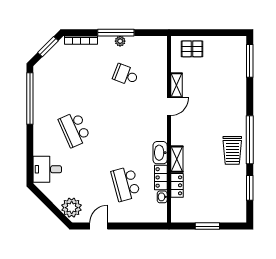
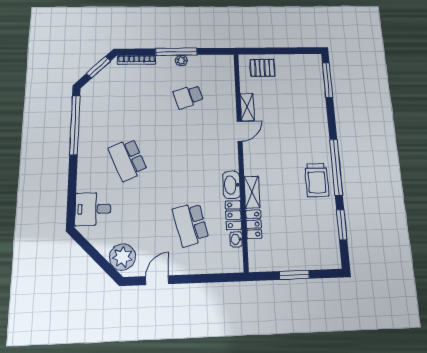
school desk: (126, 75) -> (188, 97), turned -39

